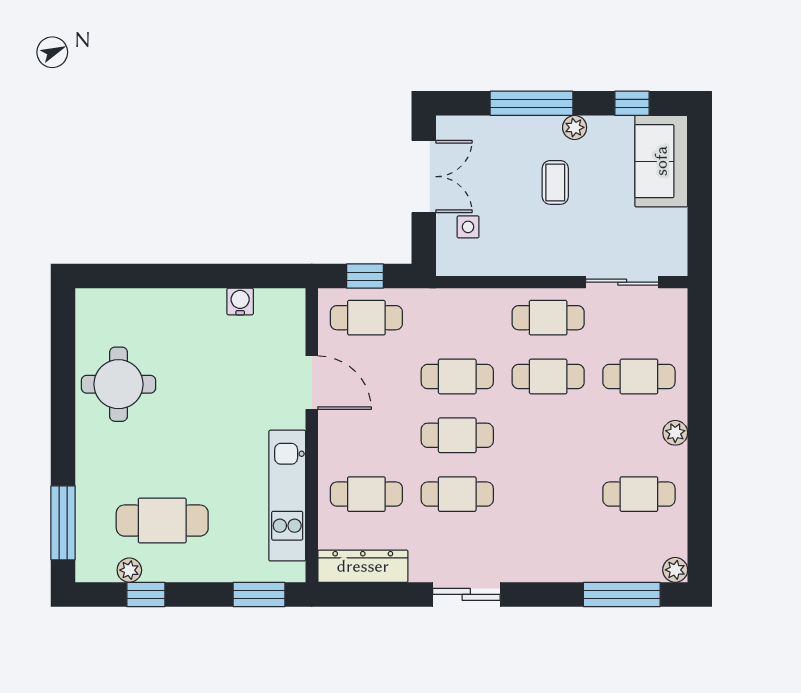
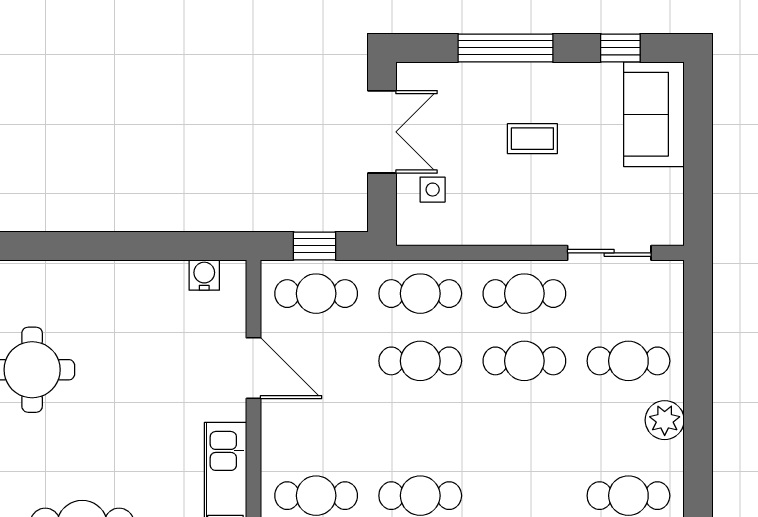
plant: (575, 127) -> (555, 76), removed
coffee table: (555, 182) -> (532, 139), turned 90
water cooler: (240, 302) -> (204, 275), moved
plant: (675, 433) -> (665, 420), width x1.38, depth x1.38
cafe table: (457, 435) -> (420, 294), moved

